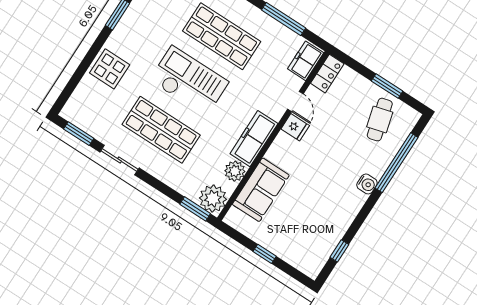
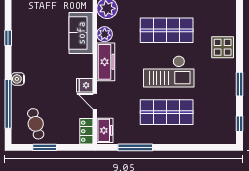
window: (339, 251) -> (8, 38), moved

